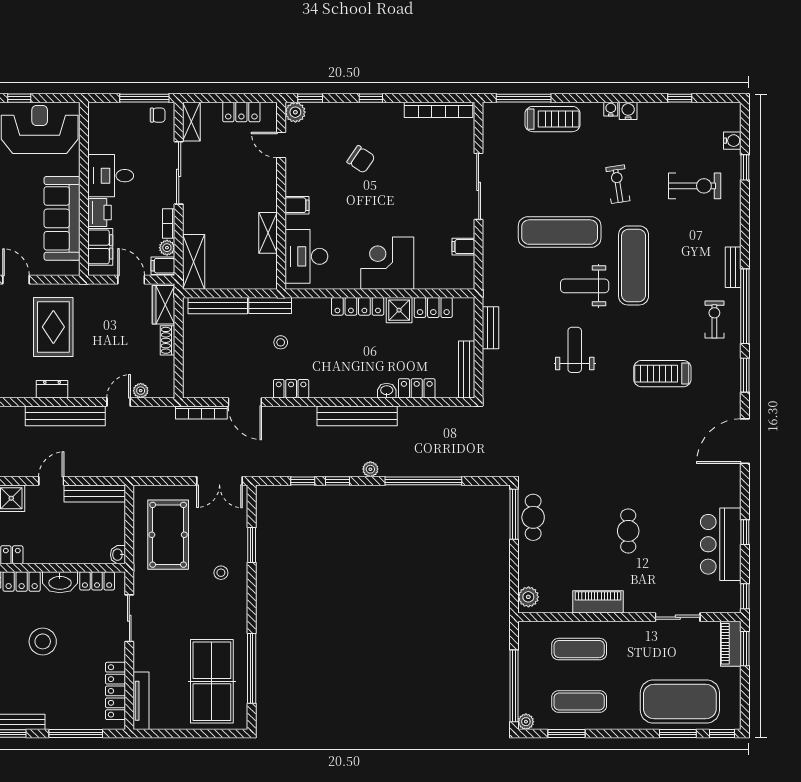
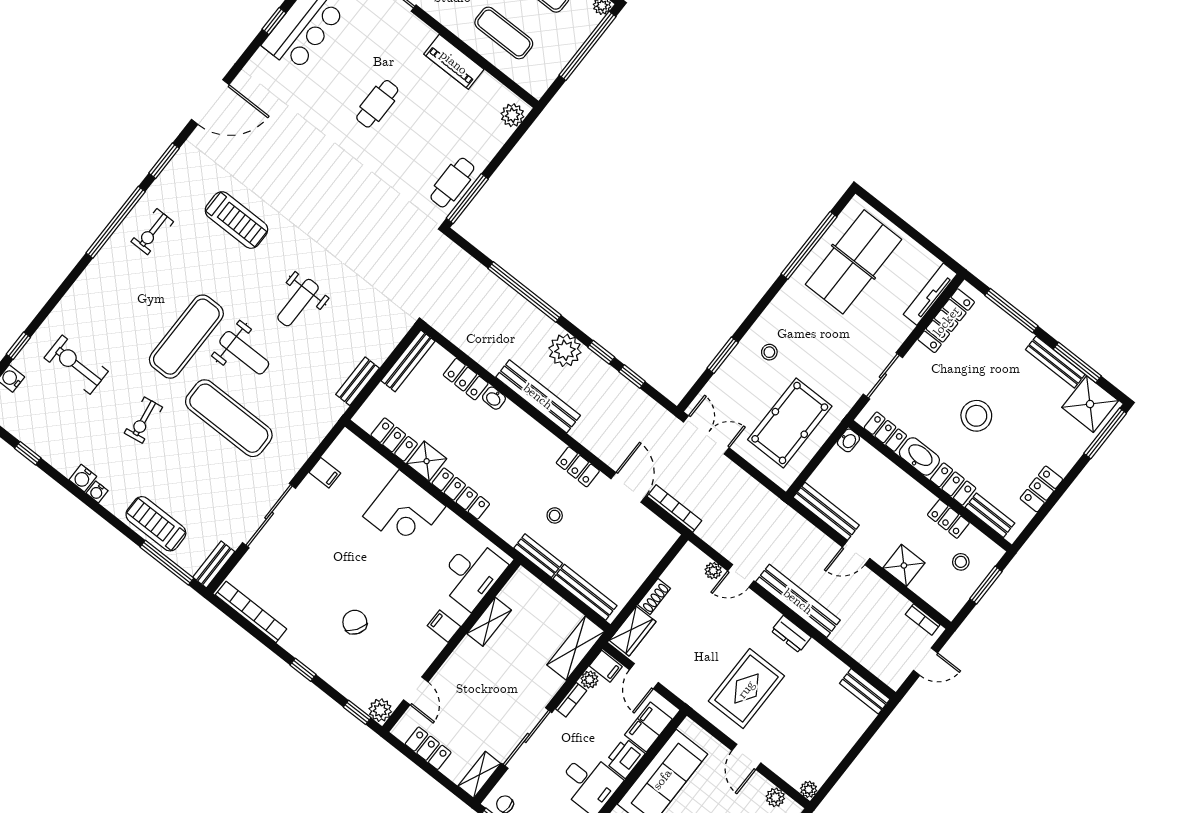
bench: (733, 267) -> (214, 564), moved
plant: (370, 469) -> (565, 350), width x1.87, depth x1.87

